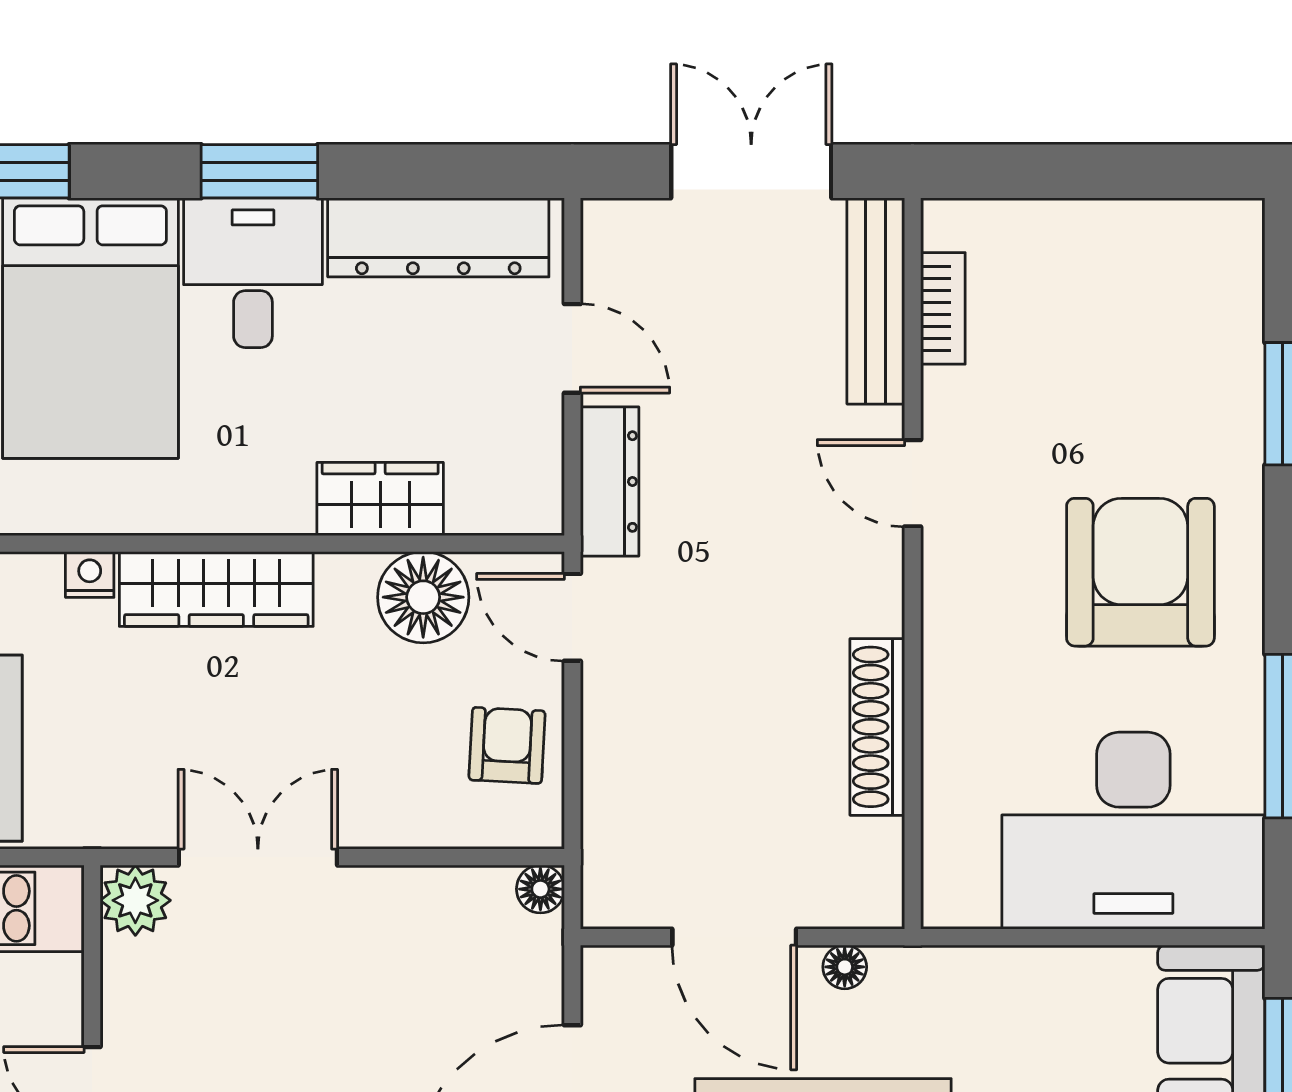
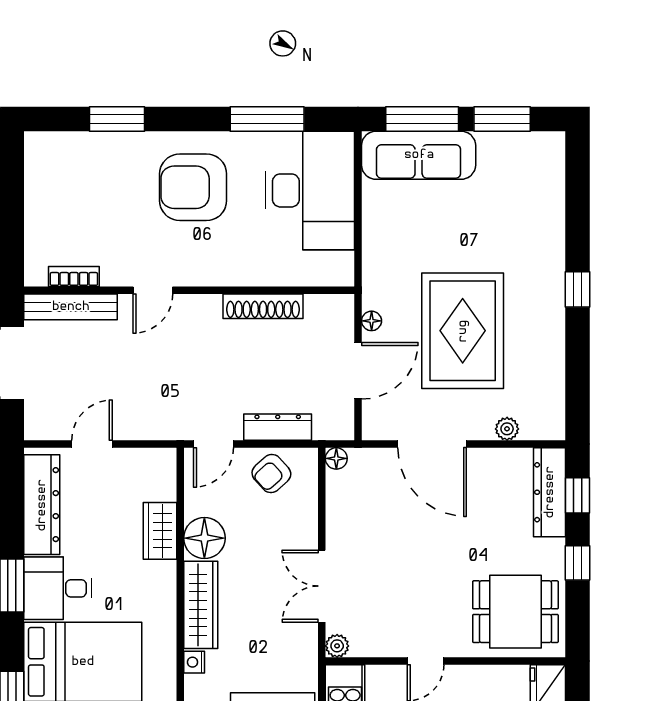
dresser: (610, 482) -> (278, 427), moved
floor lamp: (423, 597) -> (204, 538), moved
armchair: (507, 745) -> (271, 474), turned -45
plant: (135, 900) -> (337, 646), width x0.73, depth x0.73

